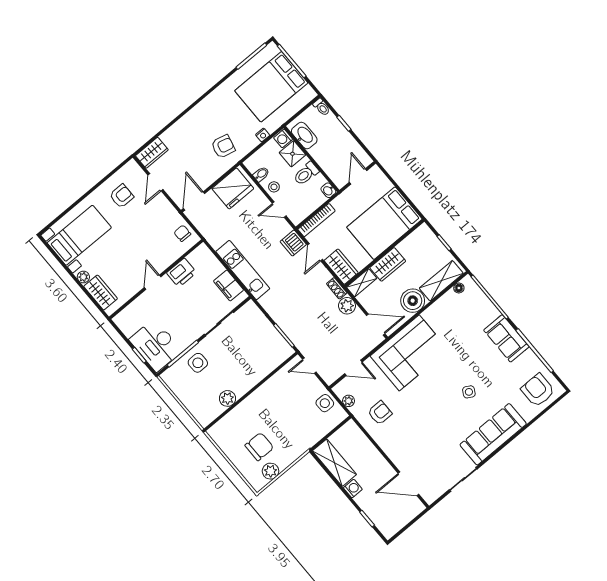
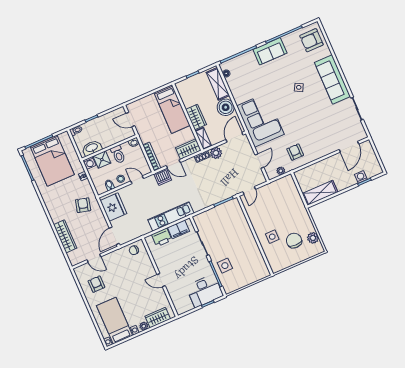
wardrobe: (152, 153) -> (65, 236), moved, width x1.50
door: (194, 201) -> (114, 236), hinge flipped
door: (279, 210) -> (137, 180), swing flipped
bed: (384, 223) -> (172, 109), width x0.67
printer: (182, 273) -> (162, 237), moved, turned 90
plant: (227, 398) -> (255, 253), removed
side table: (325, 403) -> (272, 237), moved
washing machine: (353, 489) -> (361, 177), moved

